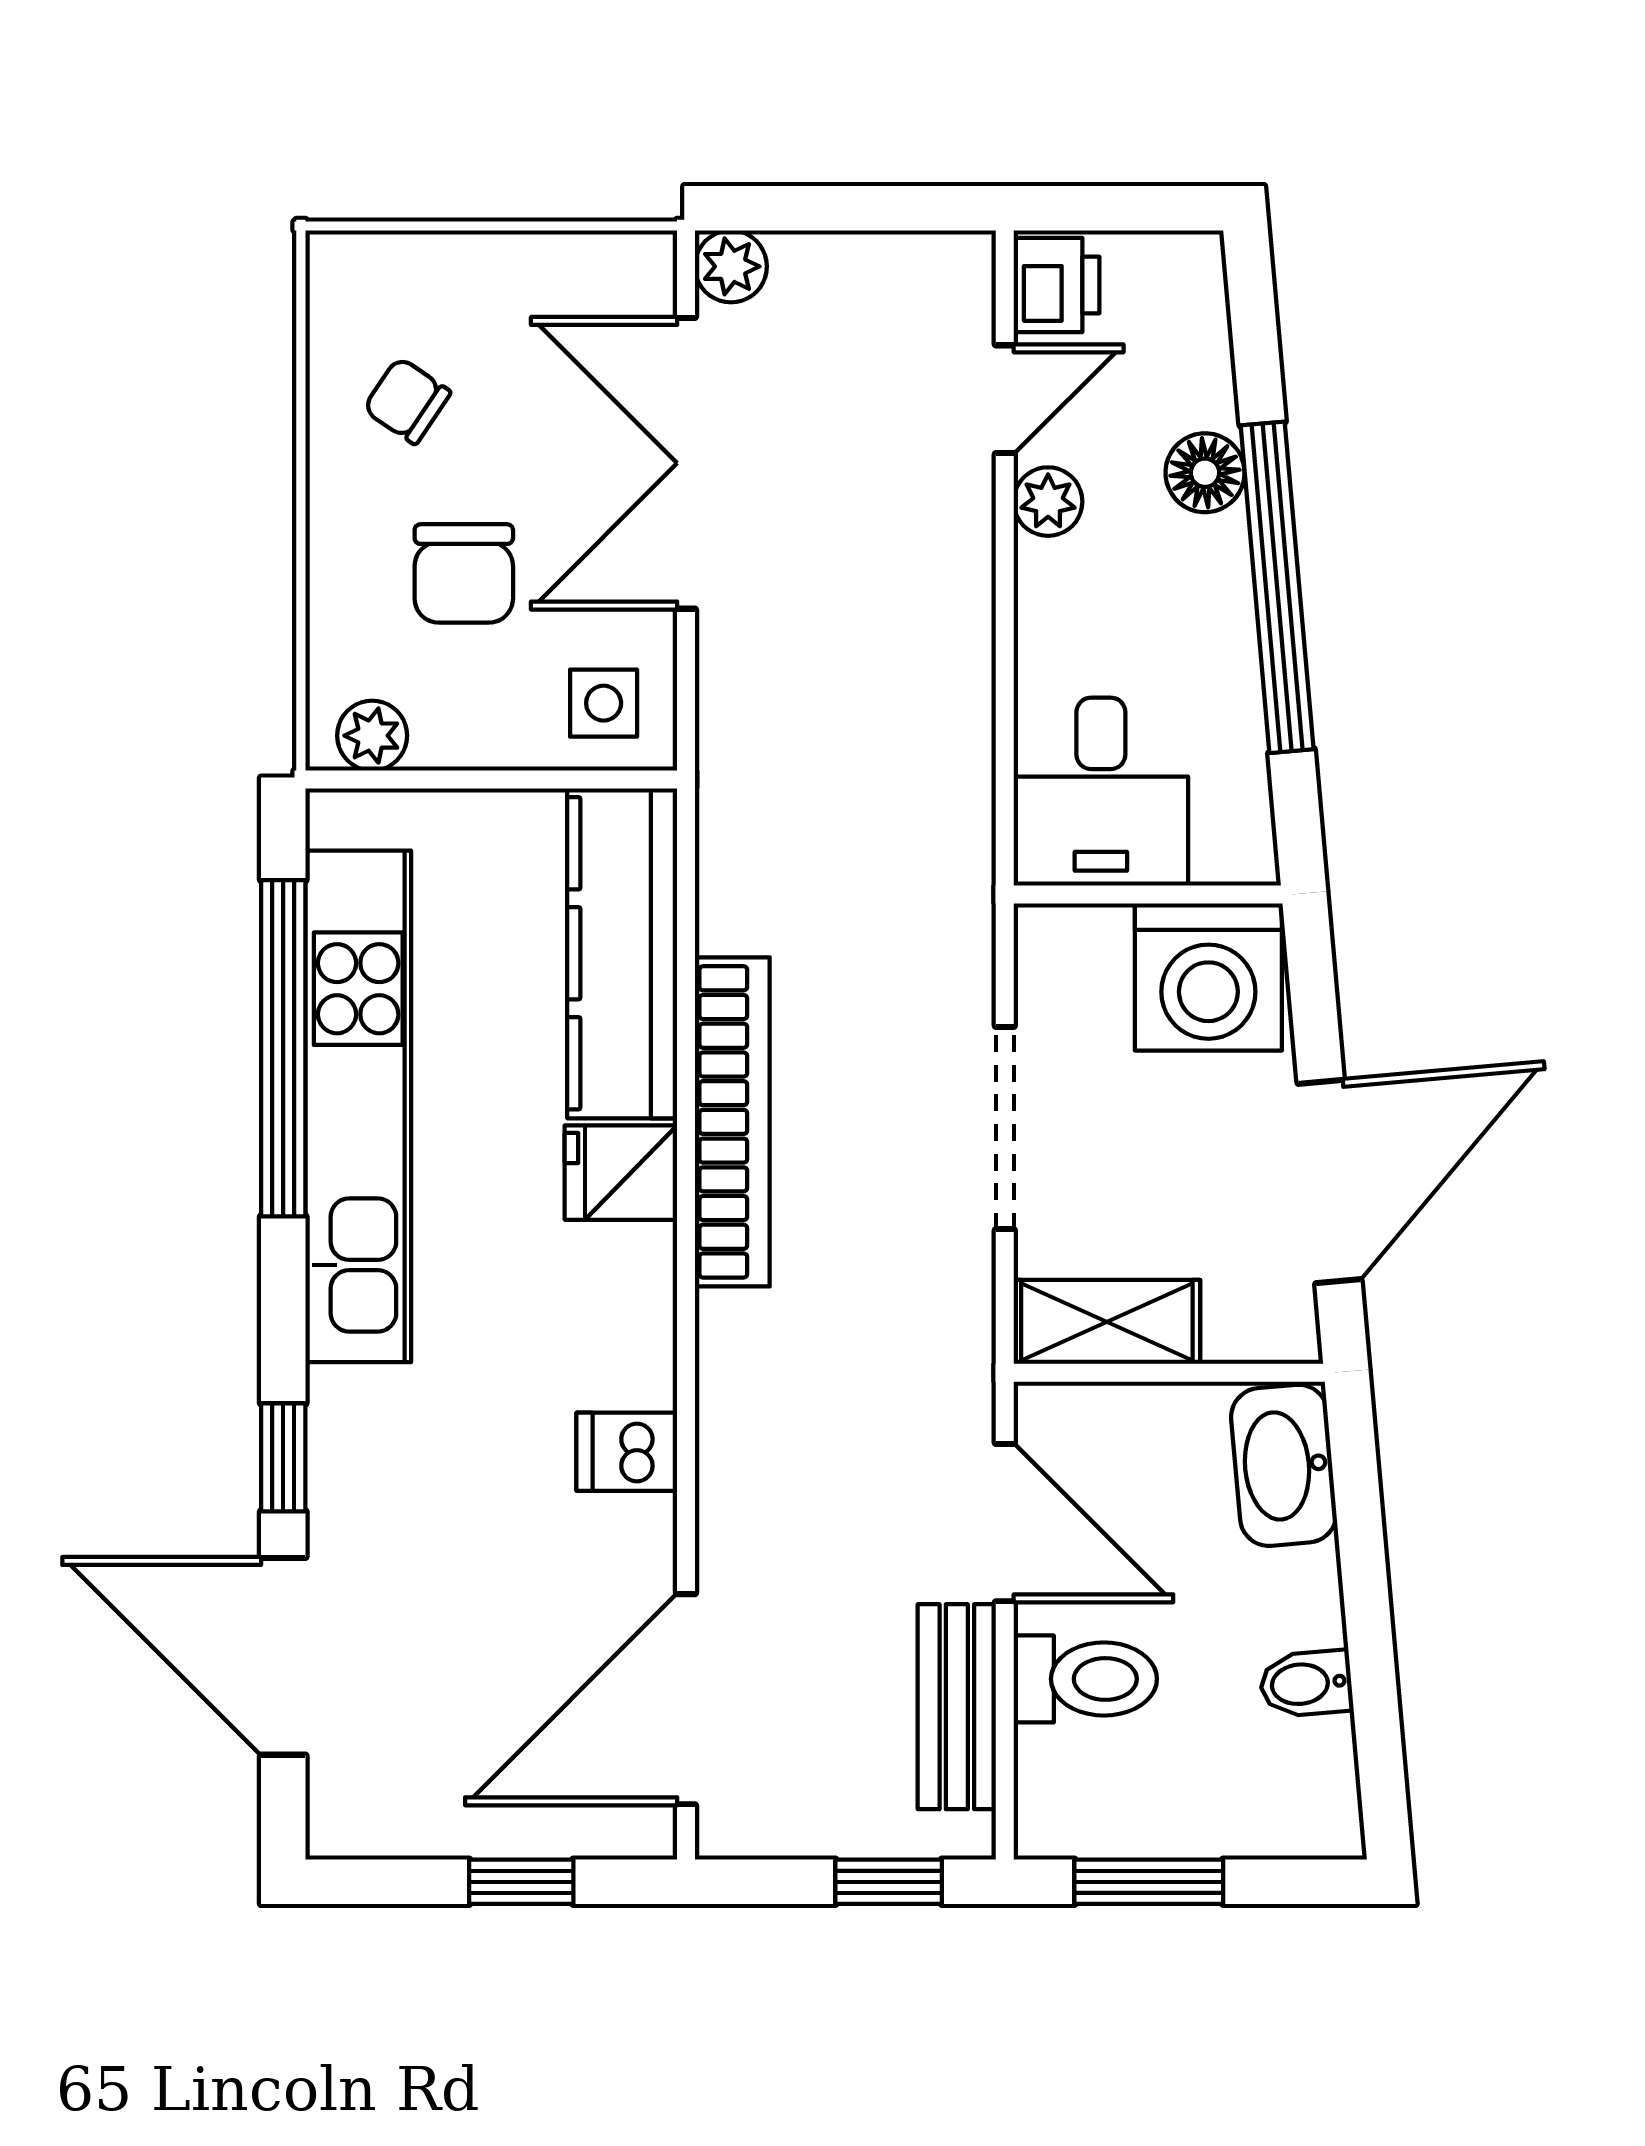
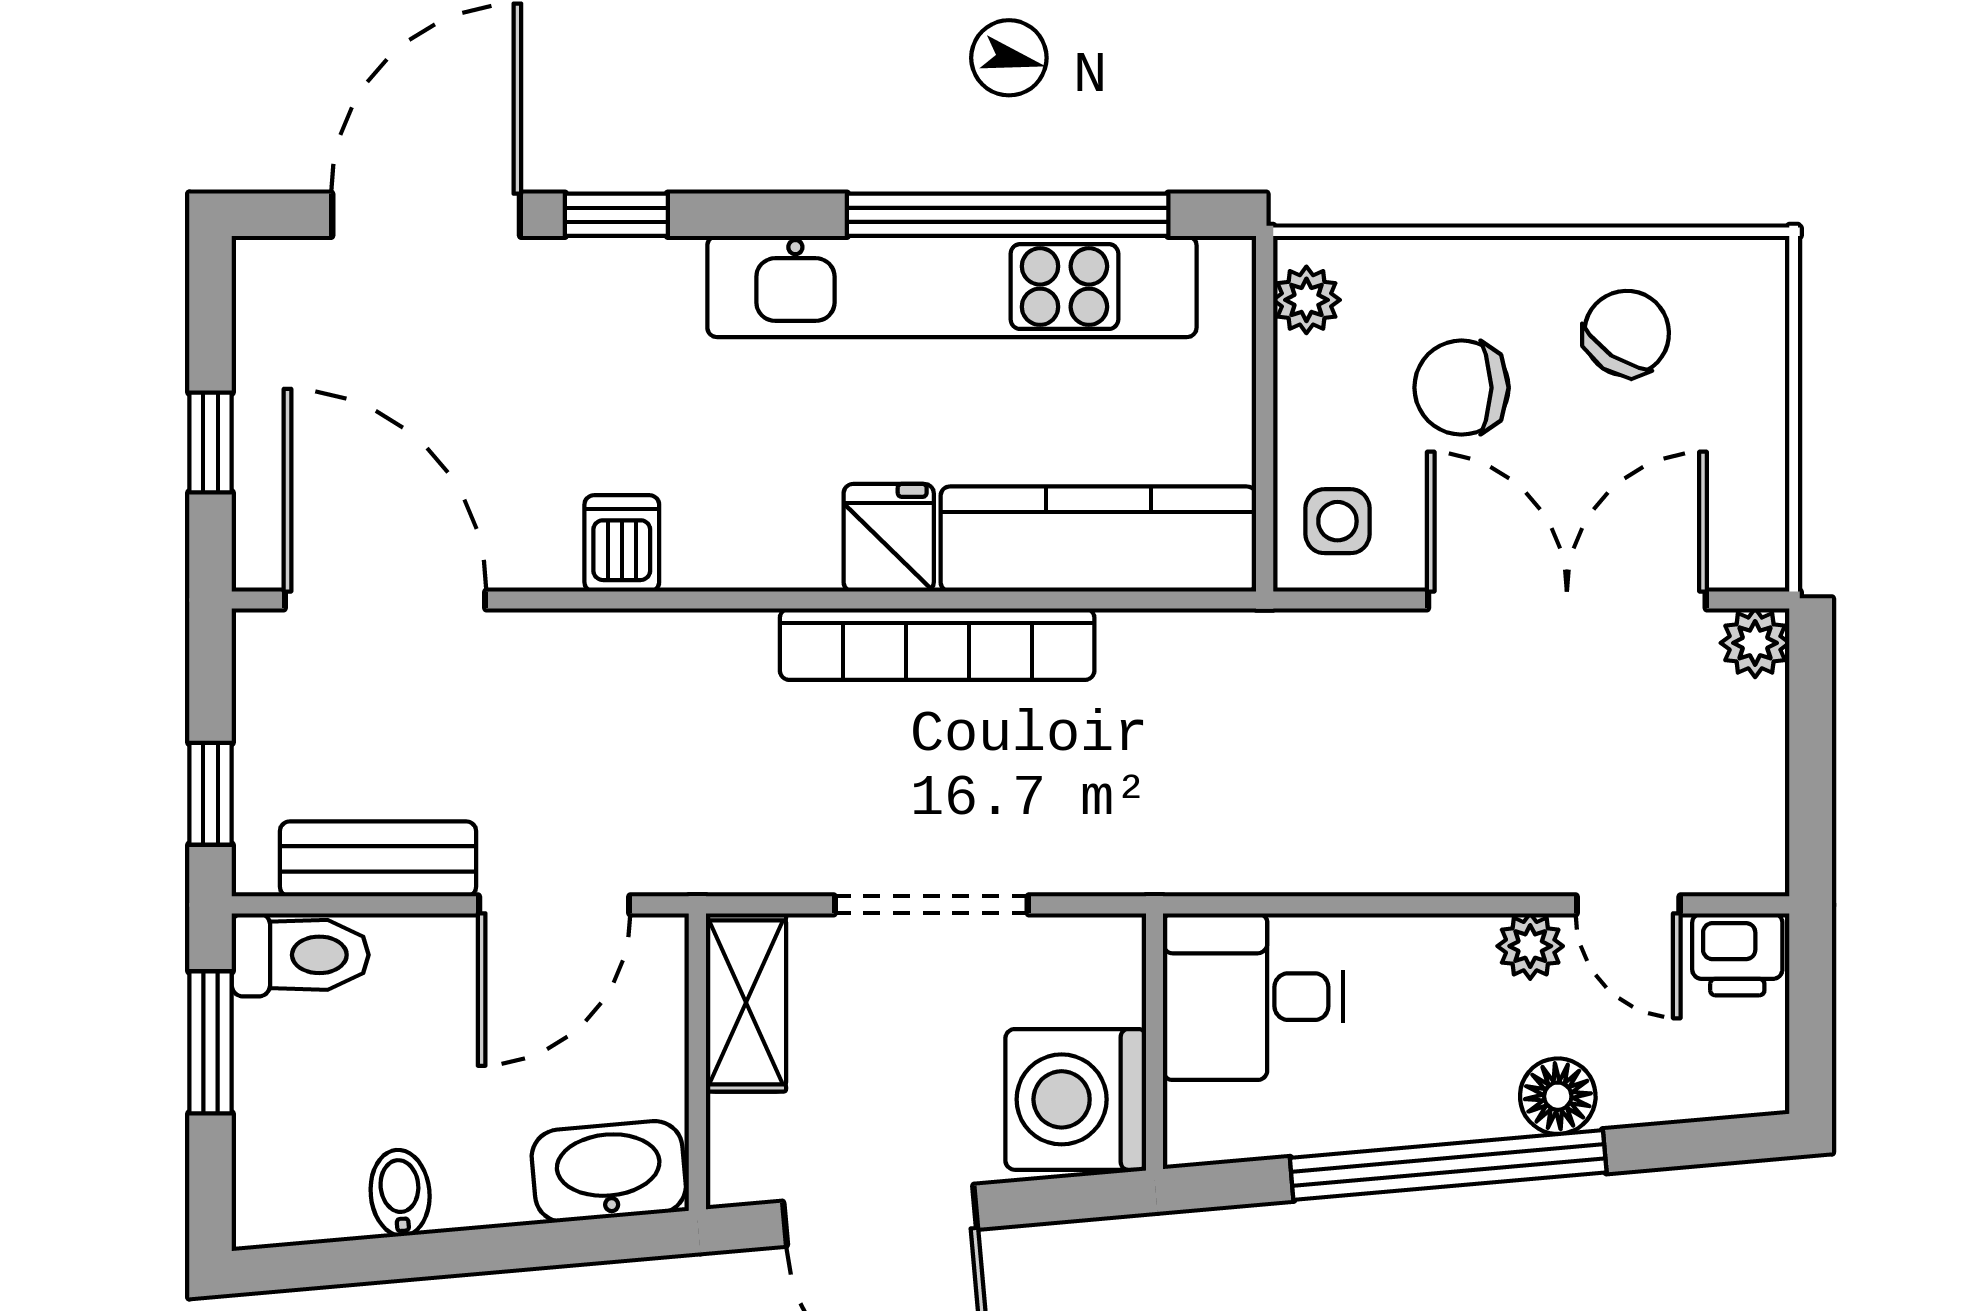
chair: (407, 401) -> (1627, 333), width x1.37, depth x1.37
toilet: (1085, 1679) -> (300, 955), moved, turned -90

